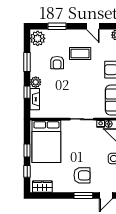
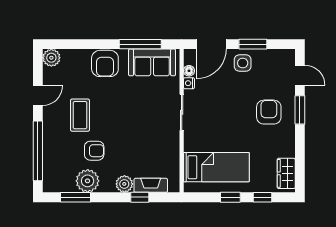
window: (57, 26) -> (38, 151), width x2.11
plant: (38, 38) -> (88, 181), moved
window: (27, 62) -> (76, 197), moved
bed: (46, 142) -> (216, 167), width x0.67

